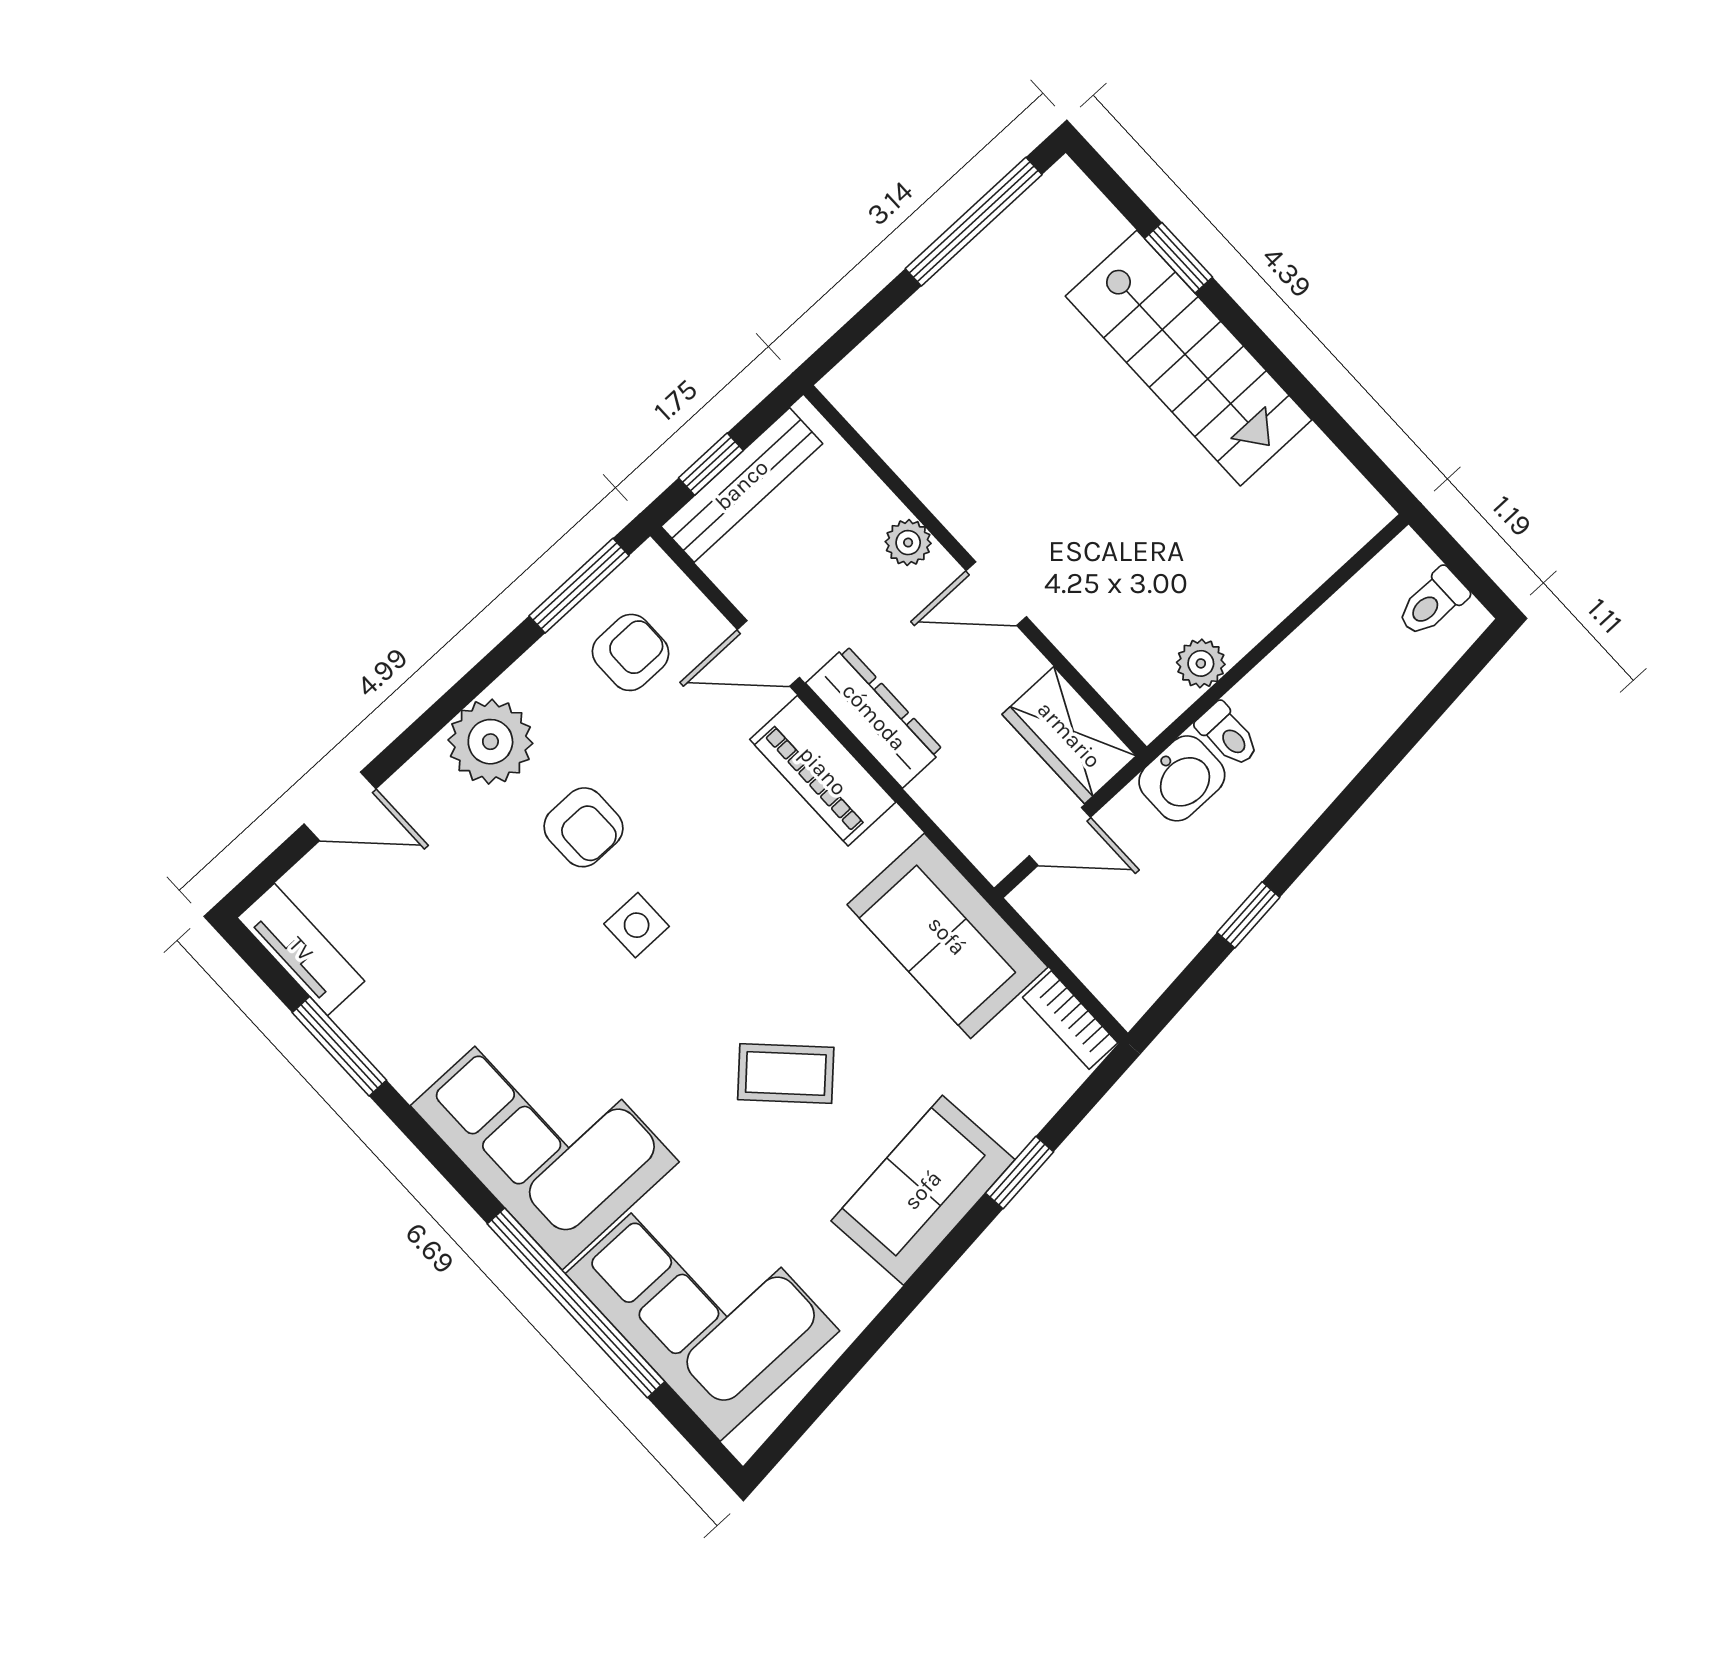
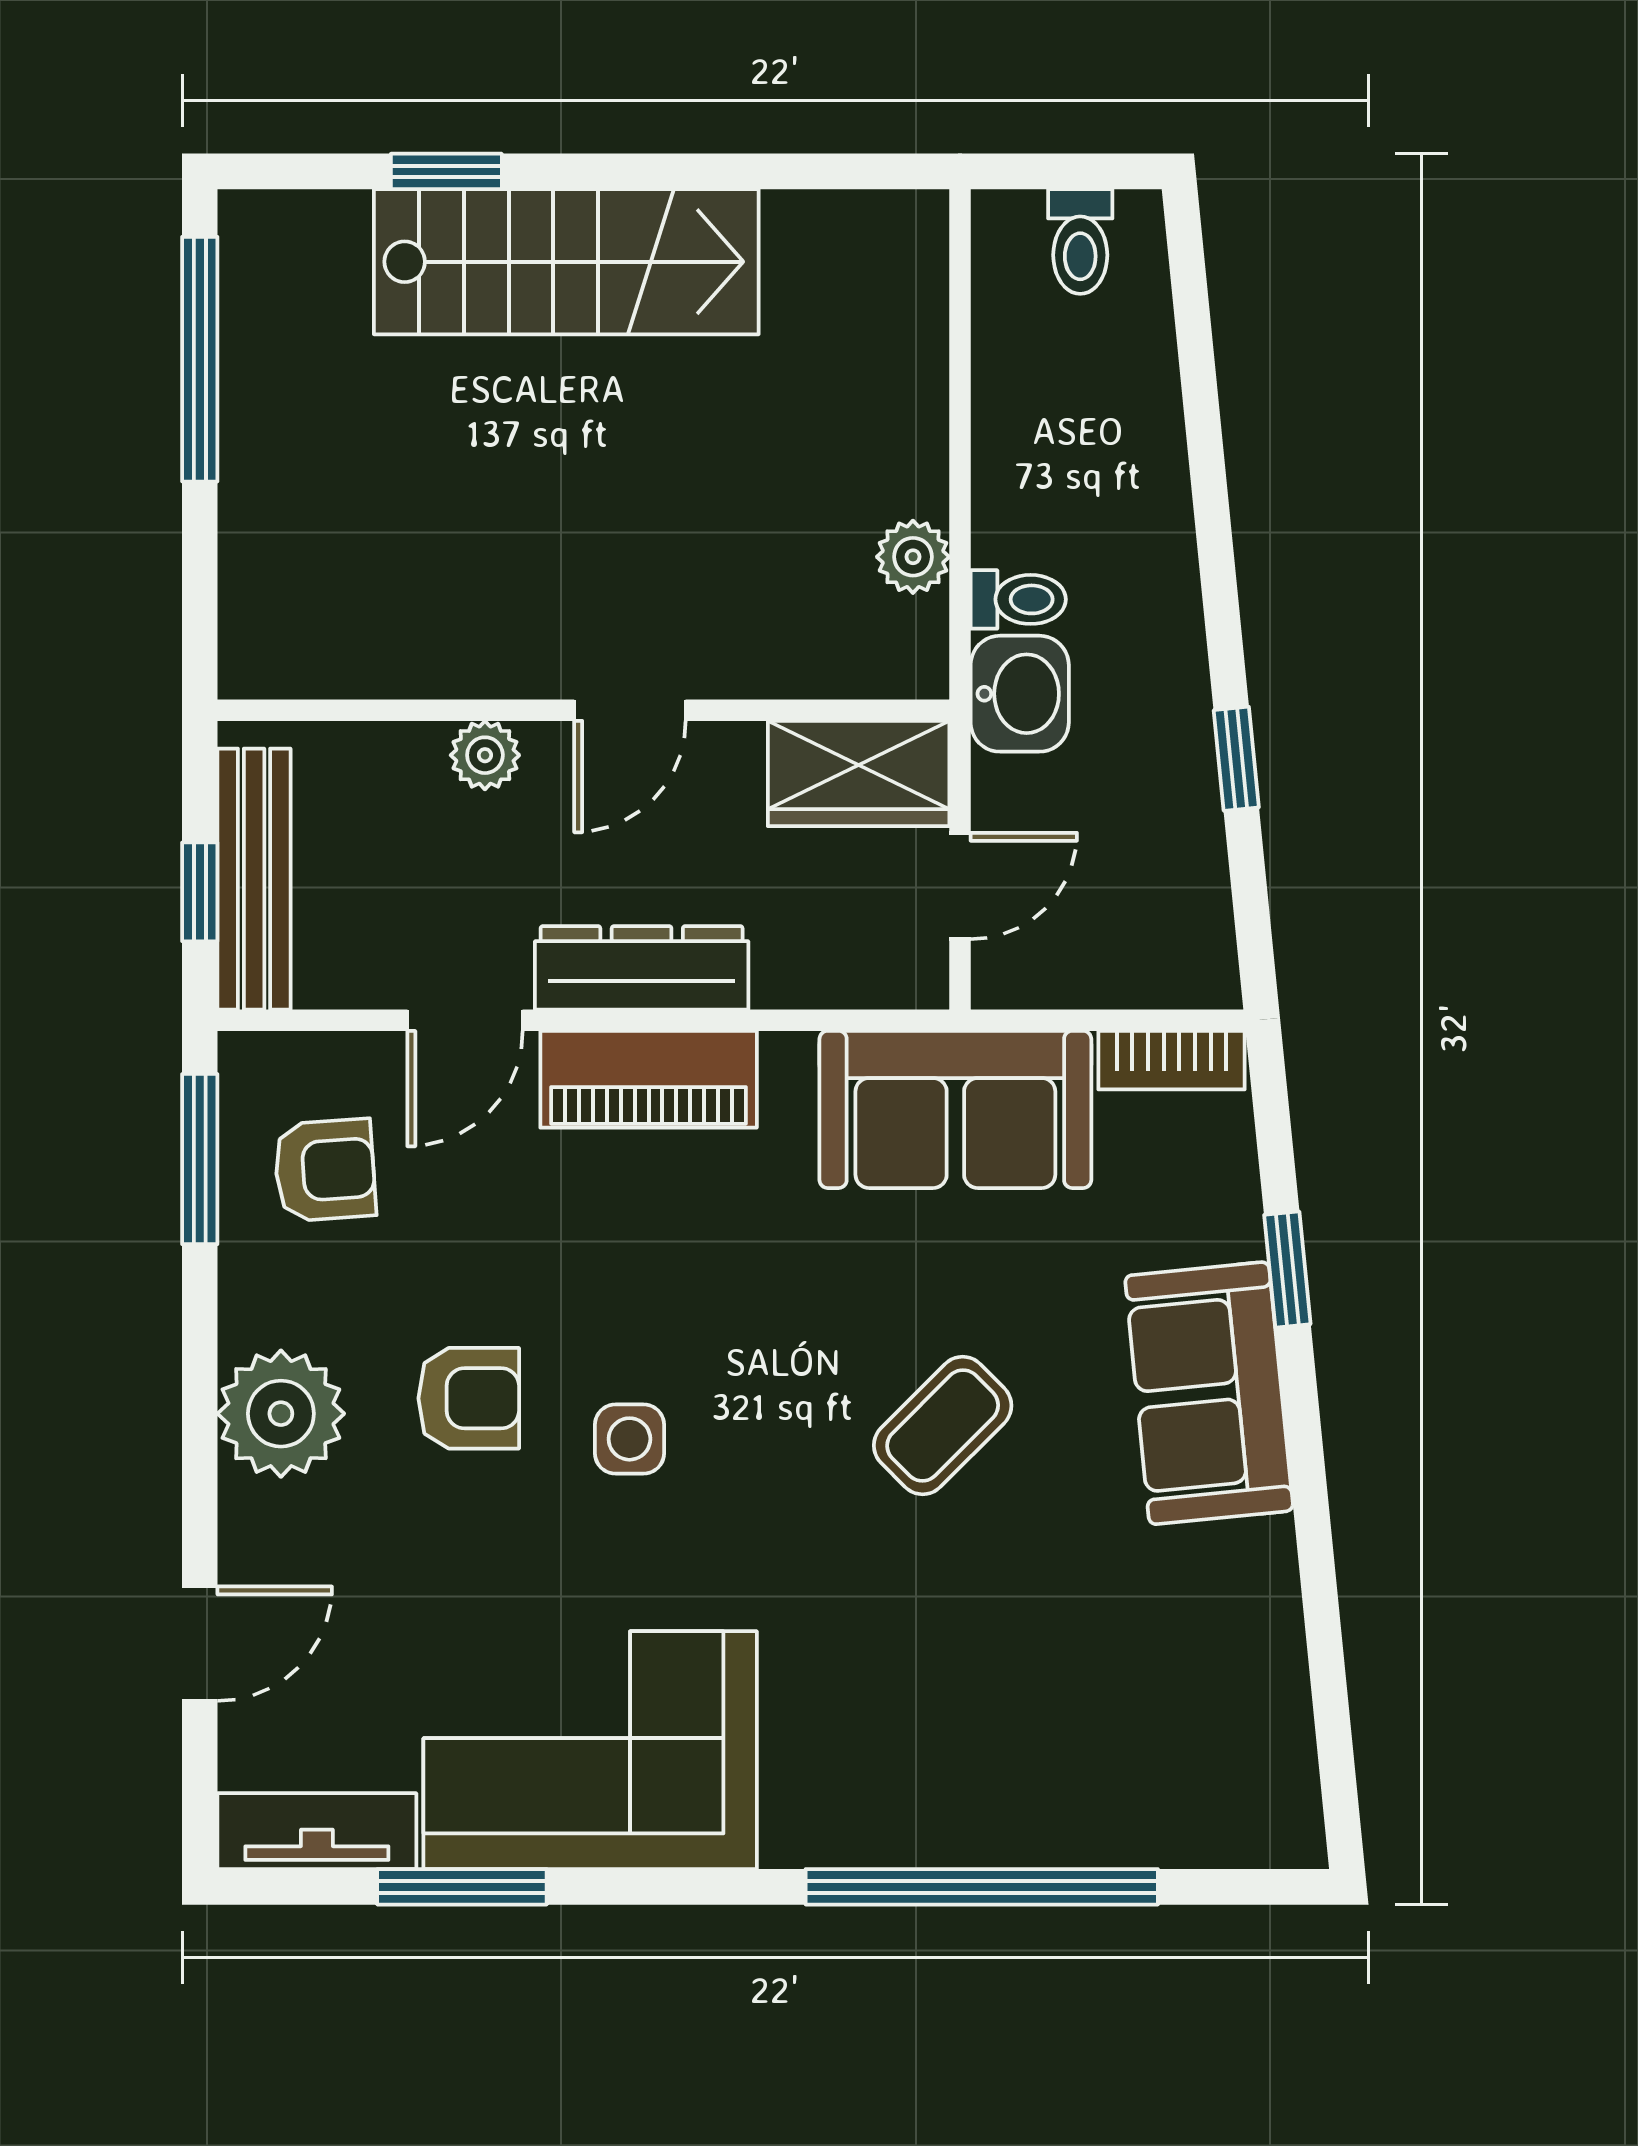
armchair: (631, 652) -> (325, 1170), turned 86
corner sofa: (545, 1134) -> (590, 1750), moved
corner sofa: (703, 1302) -> (1109, 1748), removed

